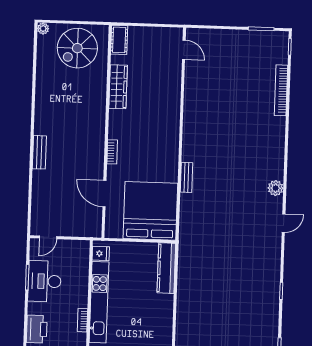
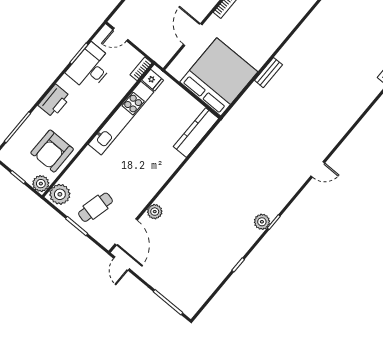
plant: (276, 188) -> (262, 222), moved
bookcase: (82, 320) -> (141, 69), moved

